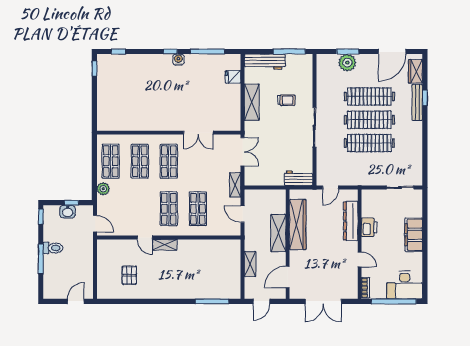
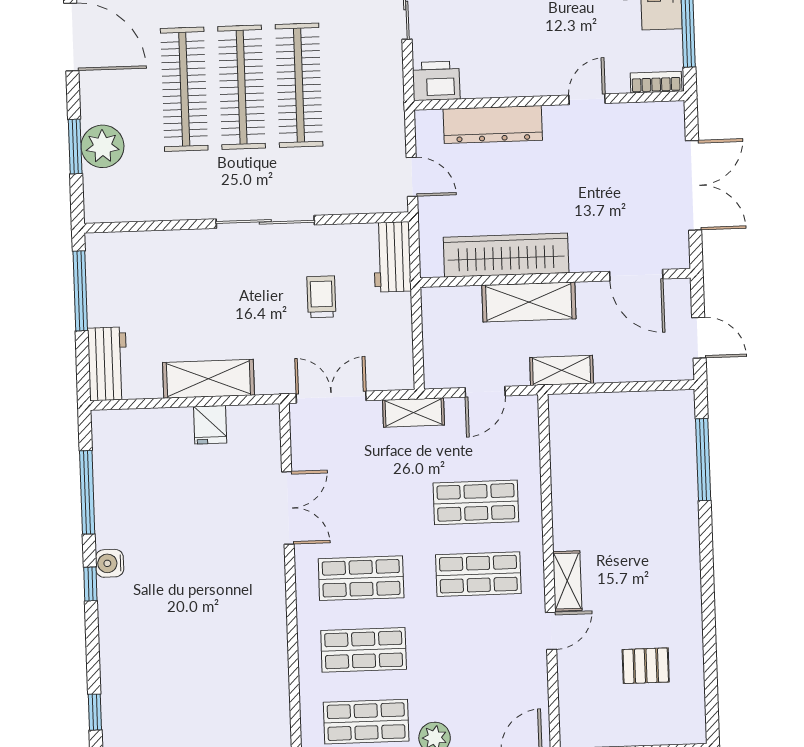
workbench: (265, 62) -> (108, 364), width x0.73
fridge: (233, 77) -> (210, 425), moved
trolley: (286, 100) -> (321, 297), moved
printer: (369, 227) -> (436, 81), moved
shelving: (250, 264) -> (562, 370), moved

